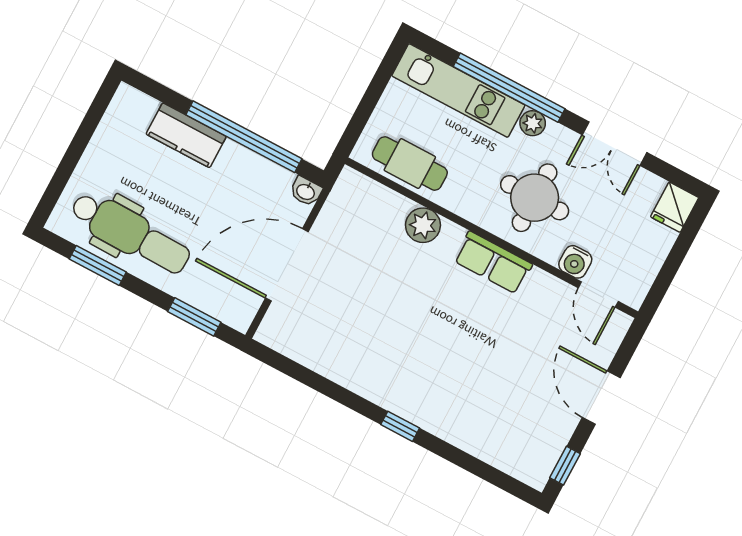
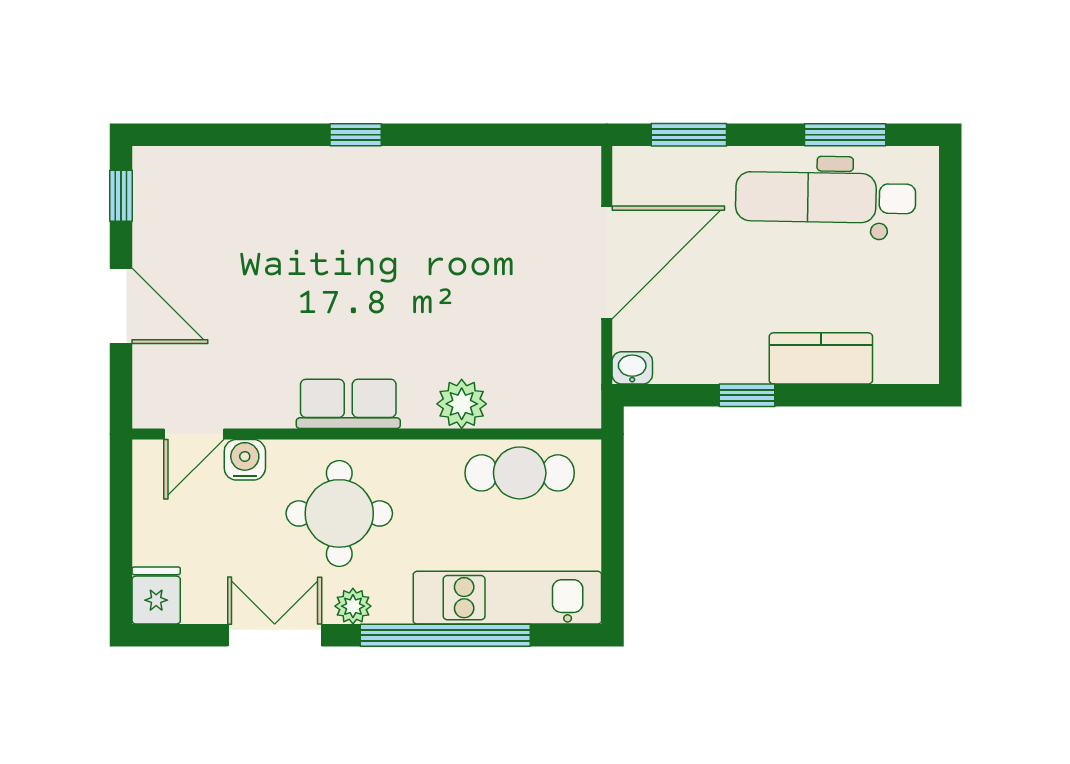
plant: (533, 123) -> (353, 606), moved
window: (244, 137) -> (747, 395), width x0.32
door: (598, 295) -> (194, 434), swing flipped

